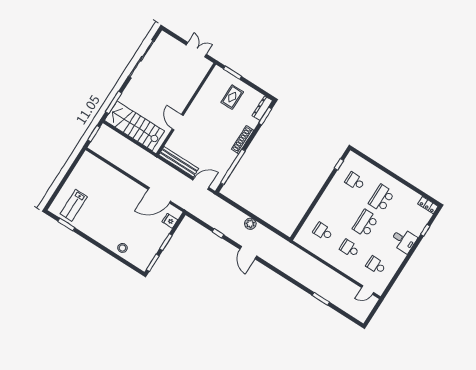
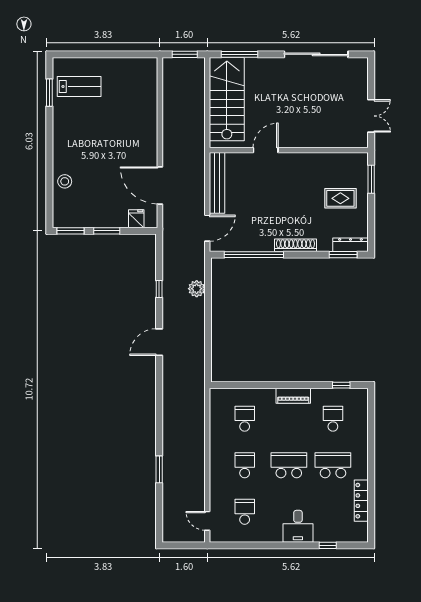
door: (201, 184) -> (207, 228), hinge flipped
piano: (328, 196) -> (293, 396), added
lab bench: (74, 205) -> (79, 87), turned 180
locker: (428, 205) -> (361, 501), moved, width x1.53
plant: (250, 224) -> (197, 289), moved

